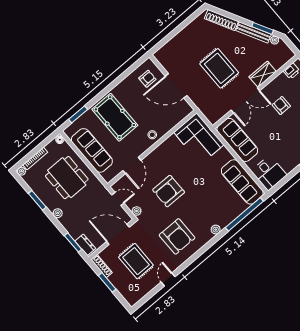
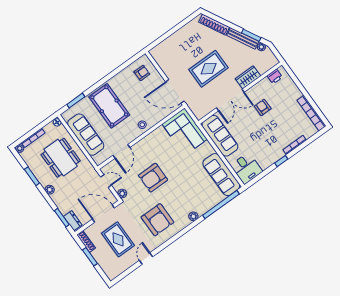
rug: (219, 68) -> (209, 69), turned 90
door: (176, 86) -> (175, 91), moved

